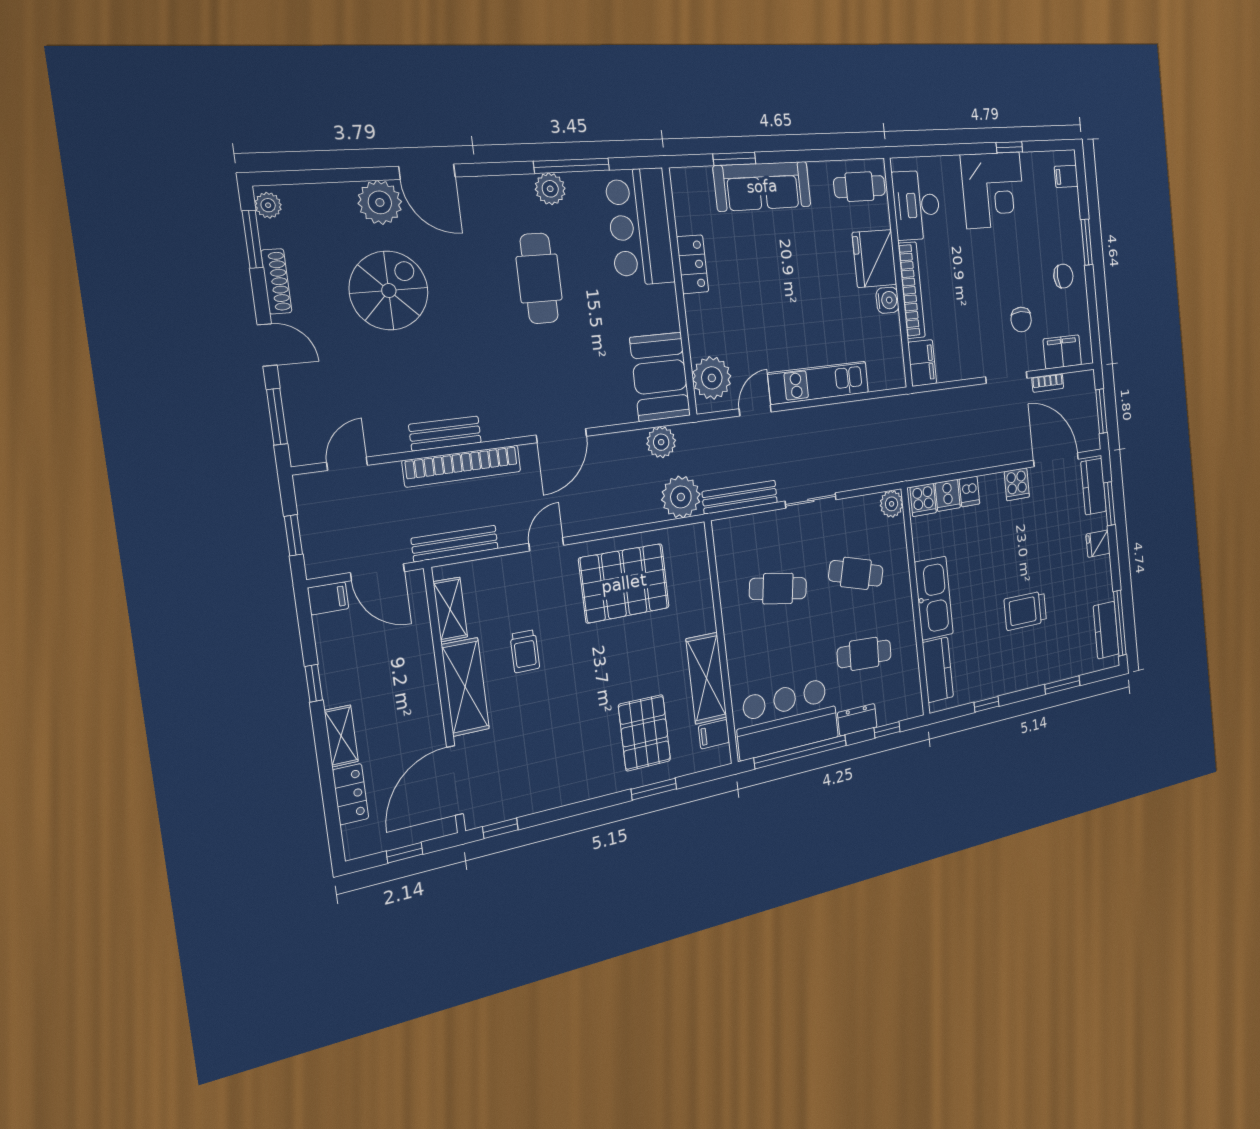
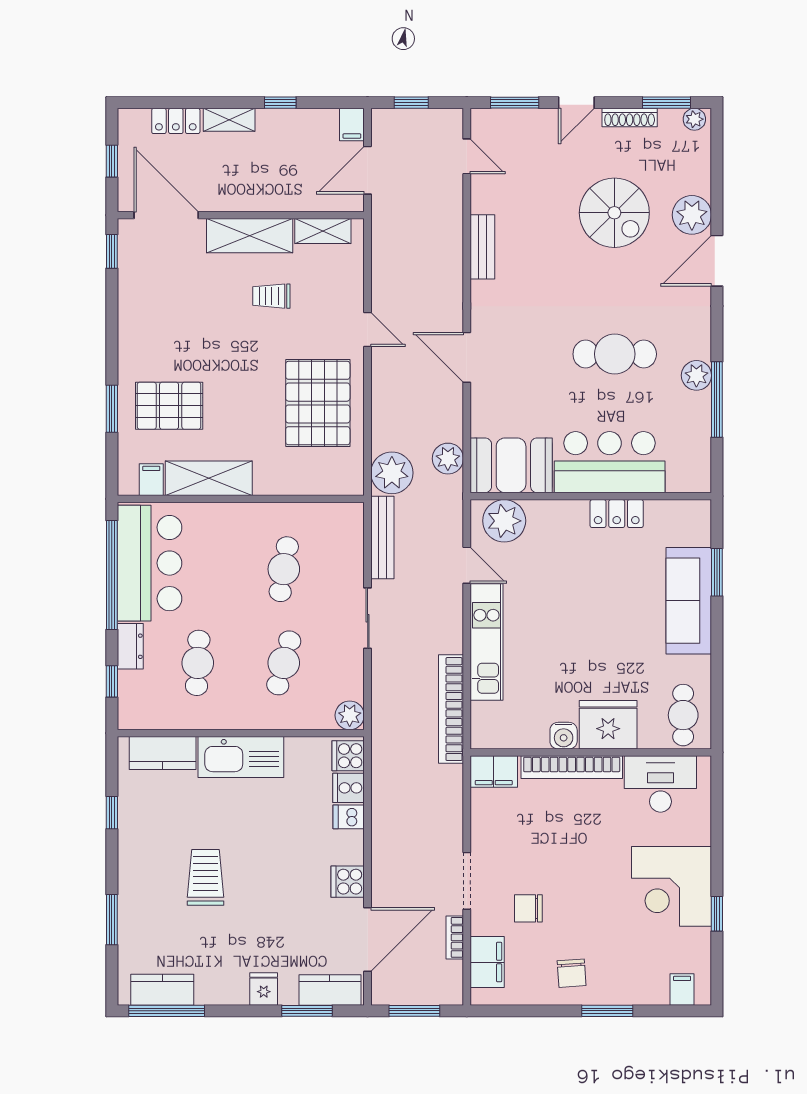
bar counter: (640, 227) -> (610, 462), moved
bookcase: (462, 466) -> (451, 709), moved
bench: (455, 543) -> (382, 243), removed

